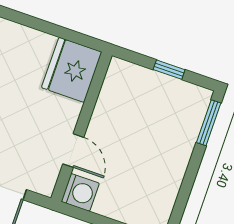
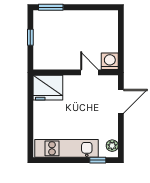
door: (73, 151) -> (89, 72), hinge flipped

